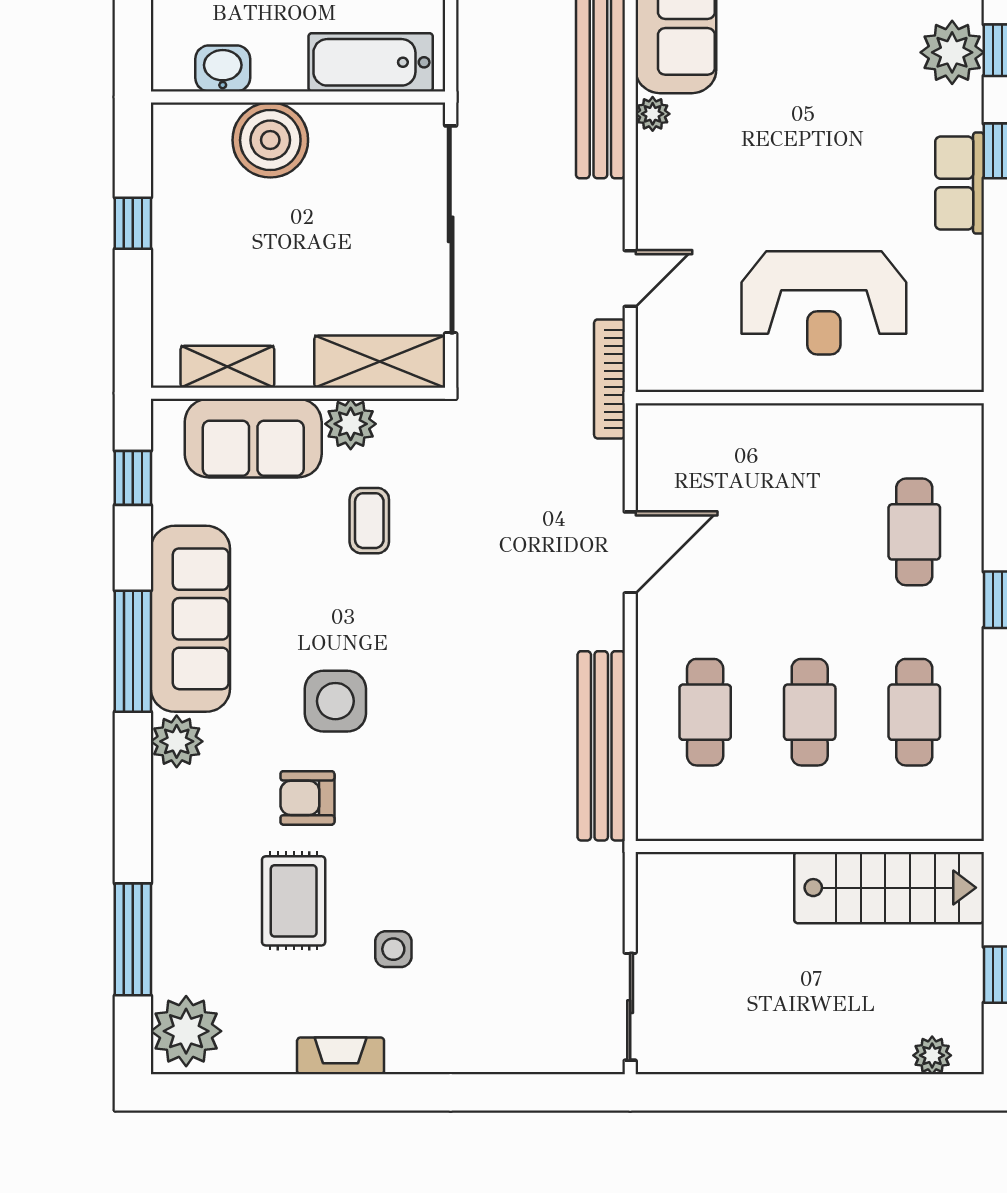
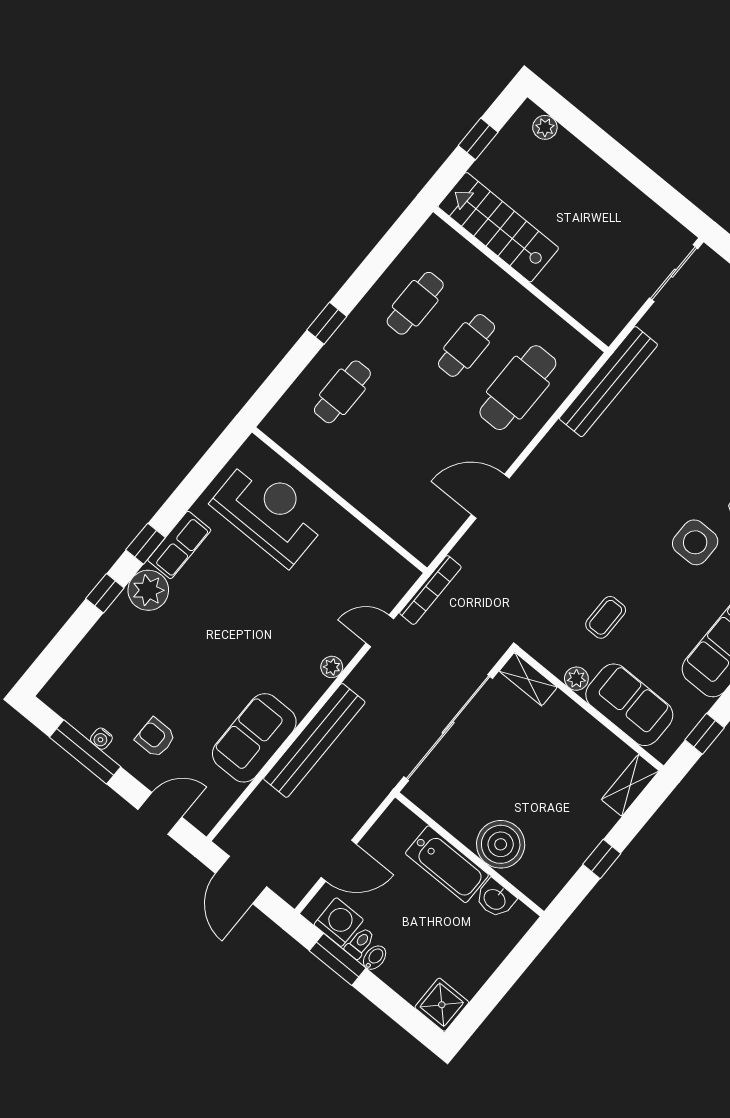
plant: (952, 52) -> (148, 590), moved
bathtub: (371, 62) -> (447, 864), moved
plant: (653, 114) -> (332, 667), moved
reception desk: (824, 303) -> (269, 512), moved
shelving: (380, 362) -> (528, 679), width x0.67, depth x0.75
shelving: (227, 367) -> (630, 785), moved, turned 90
plant: (351, 424) -> (576, 679), width x0.73, depth x0.73
cafe table: (705, 712) -> (518, 388), width x1.37, depth x1.35
bench: (601, 746) -> (608, 382), moved

